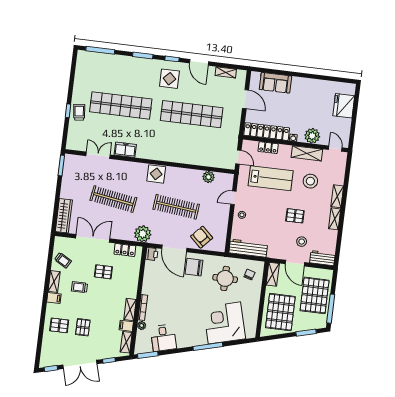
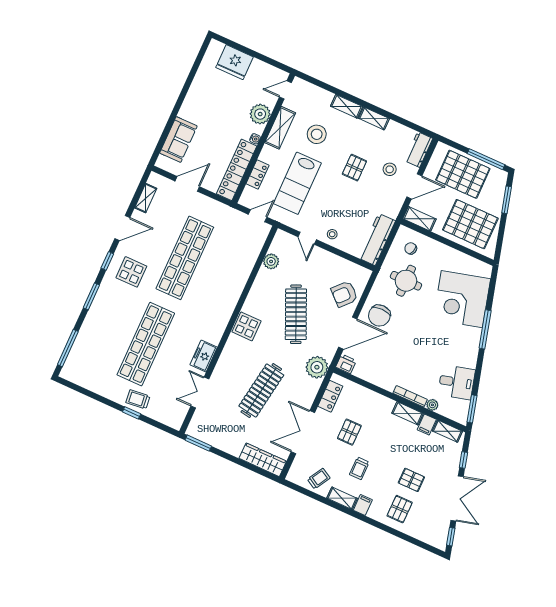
lab bench: (271, 178) -> (297, 183), turned 180
clothes rail: (176, 207) -> (296, 314), turned -30

